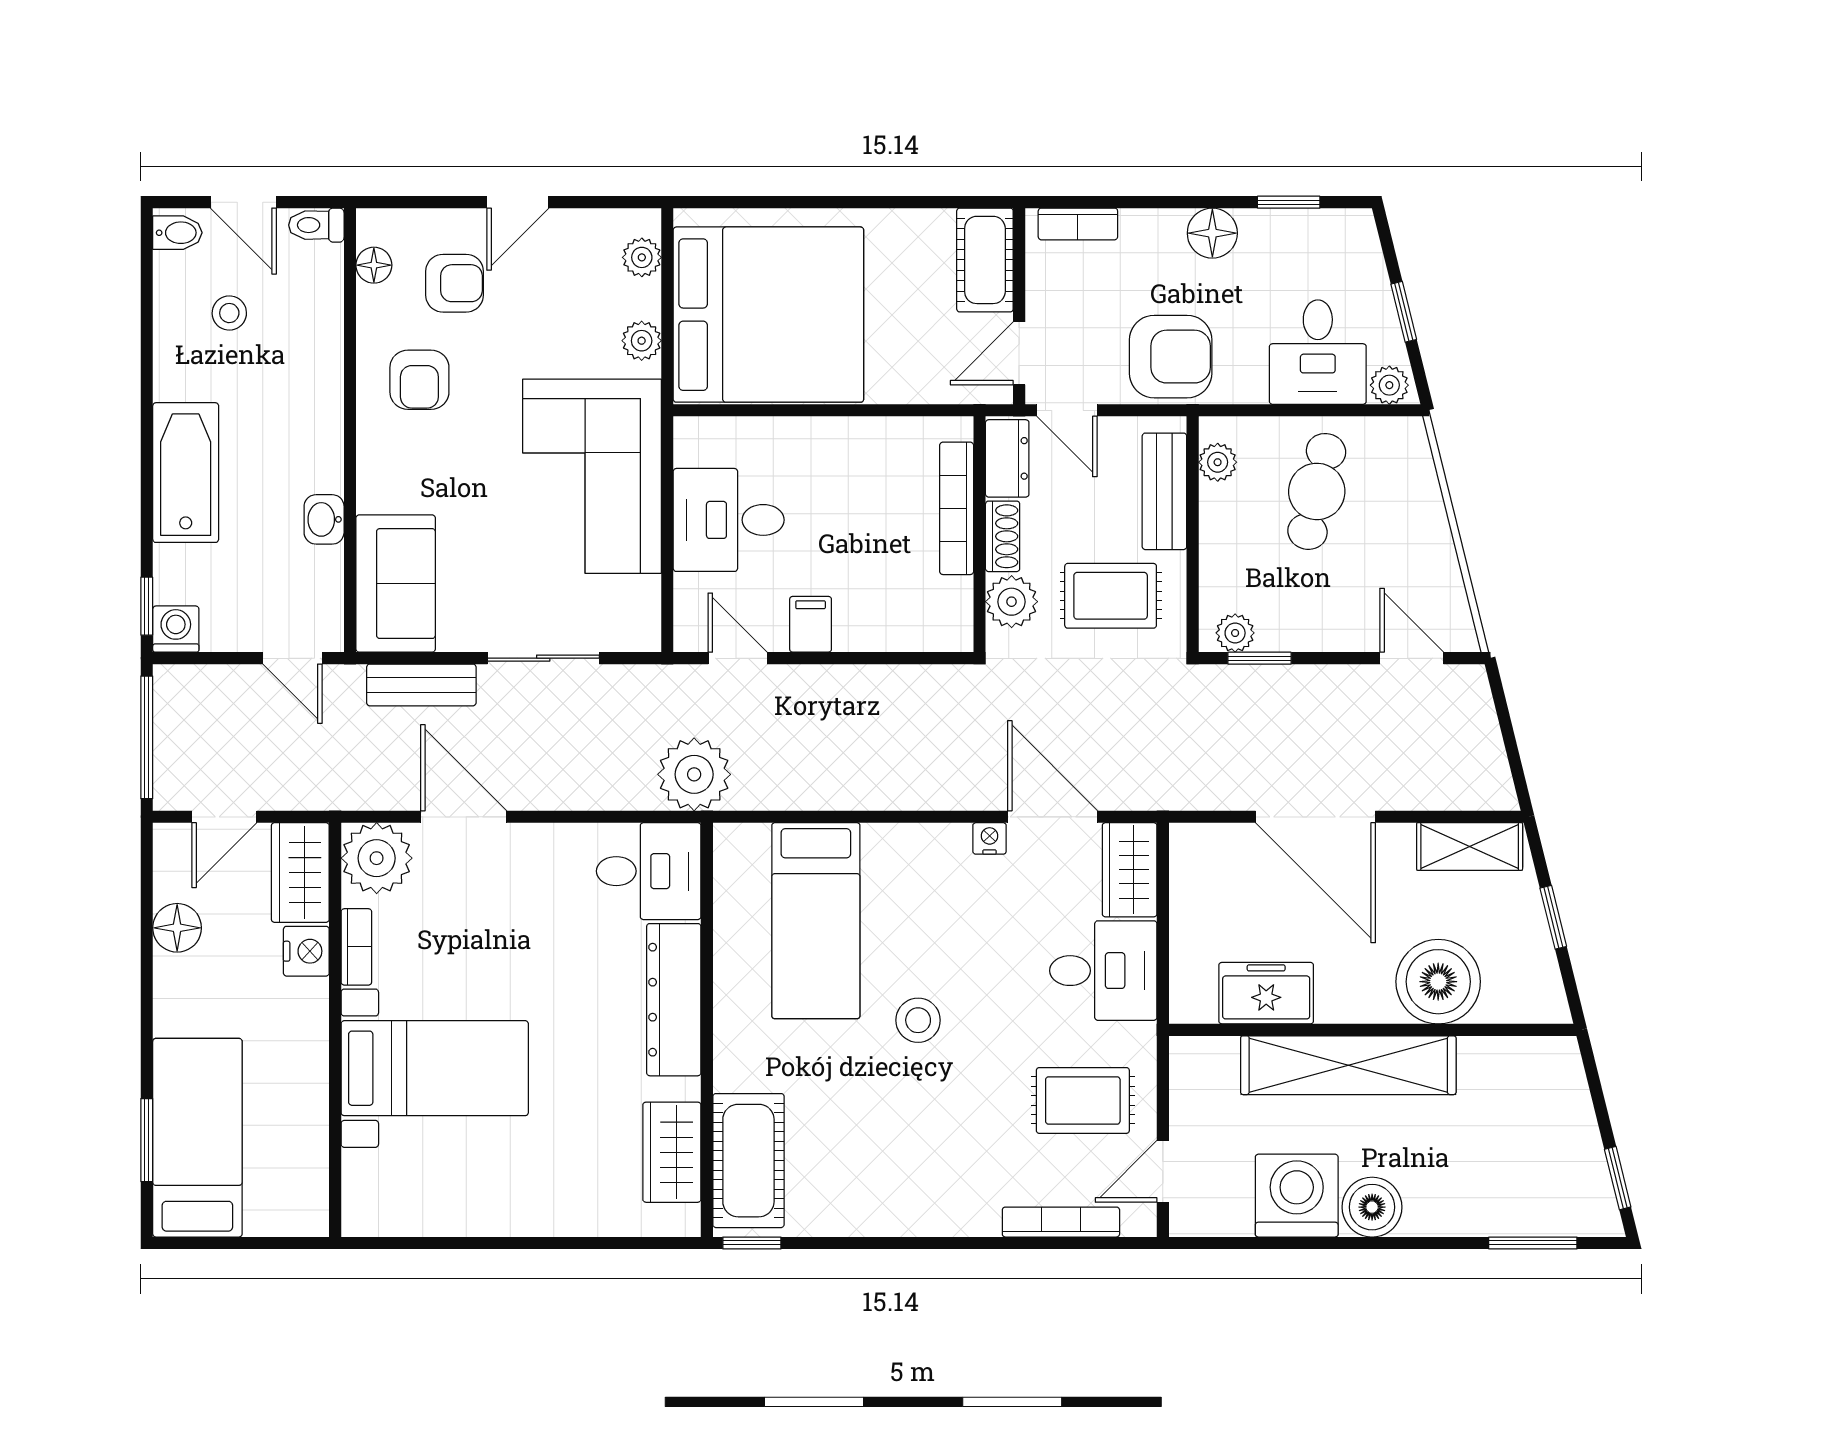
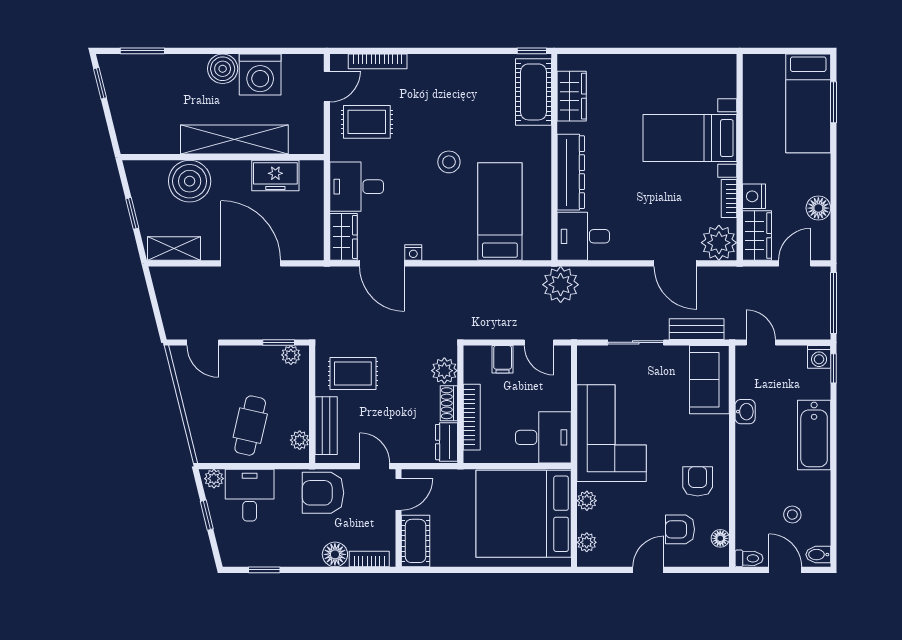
floor lamp: (1212, 233) -> (335, 554), moved
dresser: (1007, 458) -> (447, 442), moved
bookcase: (957, 508) -> (472, 417), moved
desk: (729, 520) -> (543, 437), moved
wall: (979, 534) -> (460, 404), moved
shoe rack: (1003, 536) -> (449, 403), moved
plant: (1012, 602) -> (444, 371), moved

